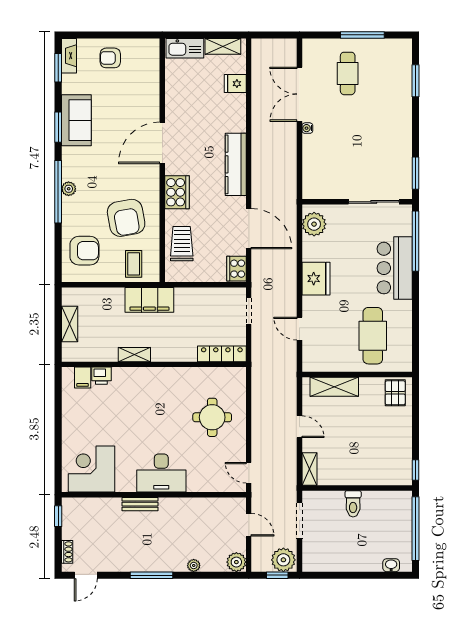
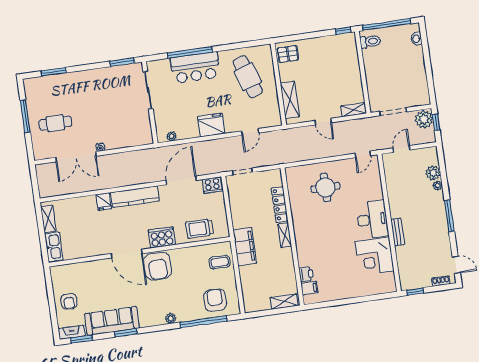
fridge: (235, 84) -> (104, 202), moved
sofa: (76, 120) -> (112, 321), width x1.36
window: (58, 192) -> (204, 322), moved
armchair: (126, 218) -> (158, 266), moved, turned 100
plant: (314, 224) -> (172, 136), width x0.53, depth x0.53
window: (415, 241) -> (190, 53), moved
shelving: (70, 324) -> (284, 302), moved
cafe table: (373, 336) -> (248, 77), turned 72
locker: (222, 354) -> (280, 204), moved
shelving: (134, 355) -> (285, 235), moved
door: (299, 427) -> (323, 122), swing flipped
corner desk: (92, 469) -> (375, 256), moved
toilet: (353, 504) -> (370, 41), moved
plant: (236, 562) -> (433, 173), moved

